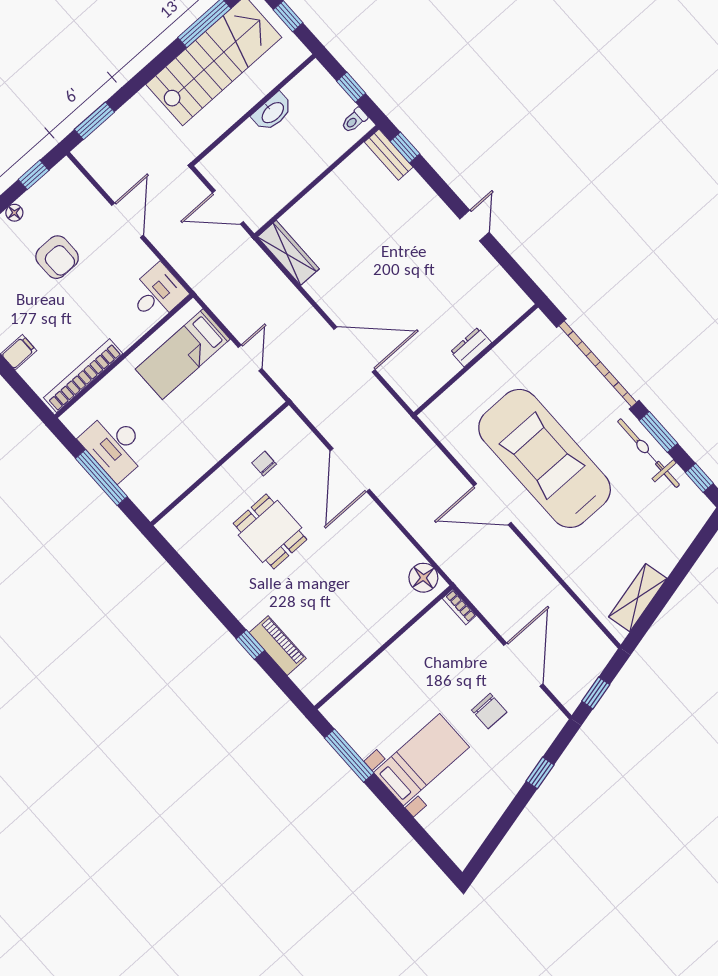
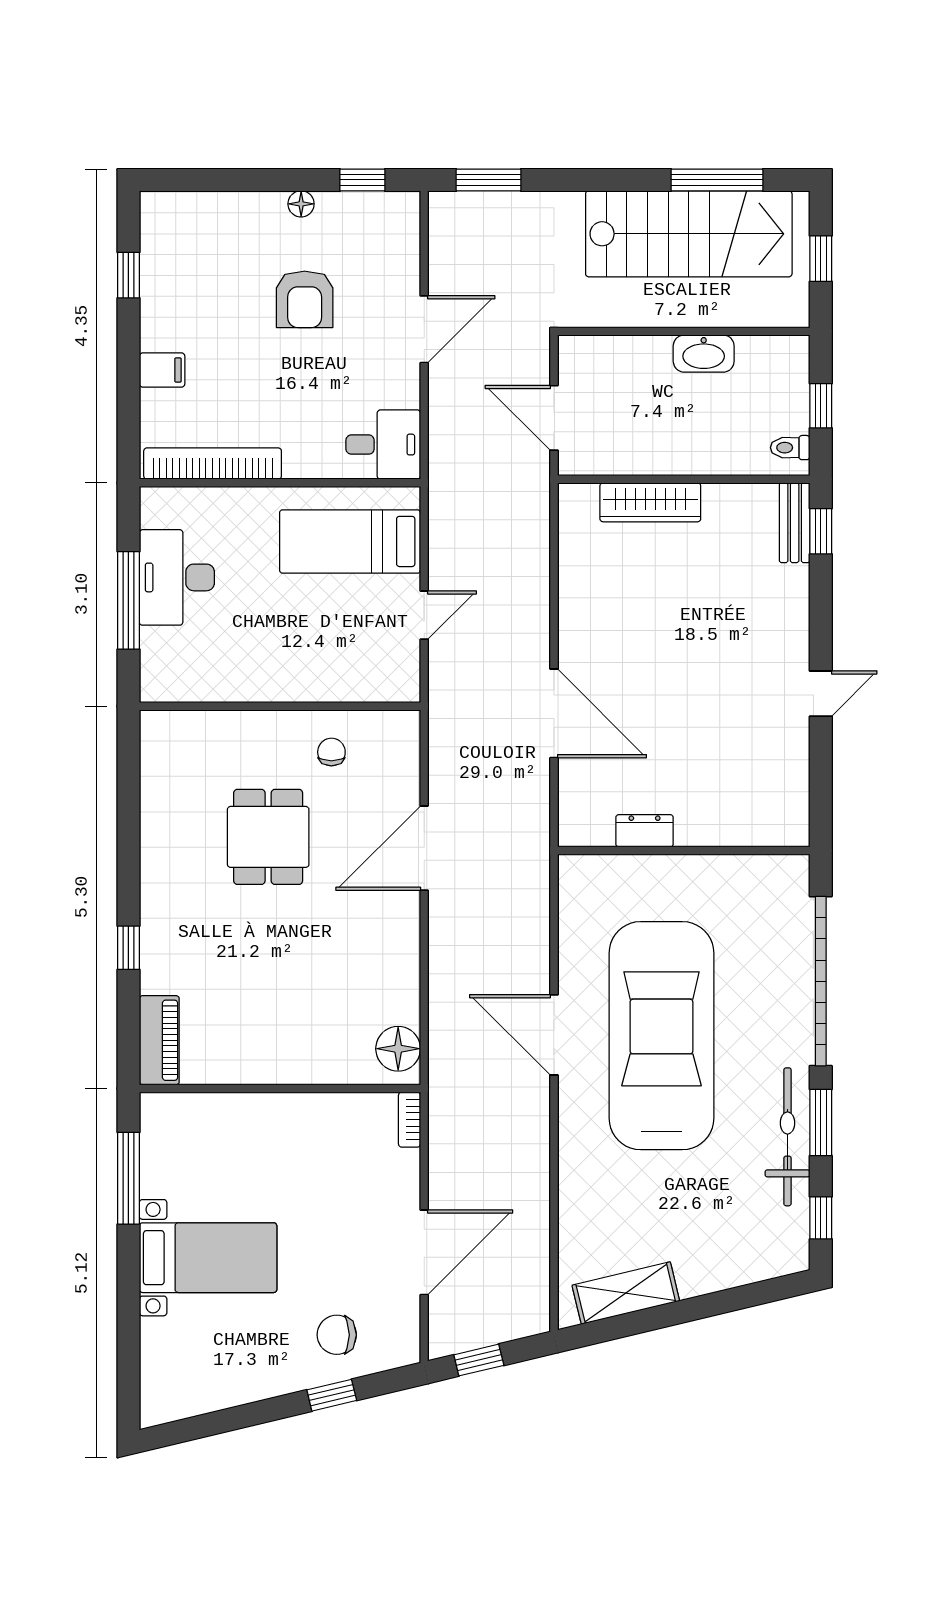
wardrobe: (288, 253) -> (650, 502), moved, turned 90
dresser: (471, 347) -> (645, 831), moved
piano: (278, 646) -> (159, 1040), moved
chair: (489, 711) -> (337, 1335), moved, turned 90

